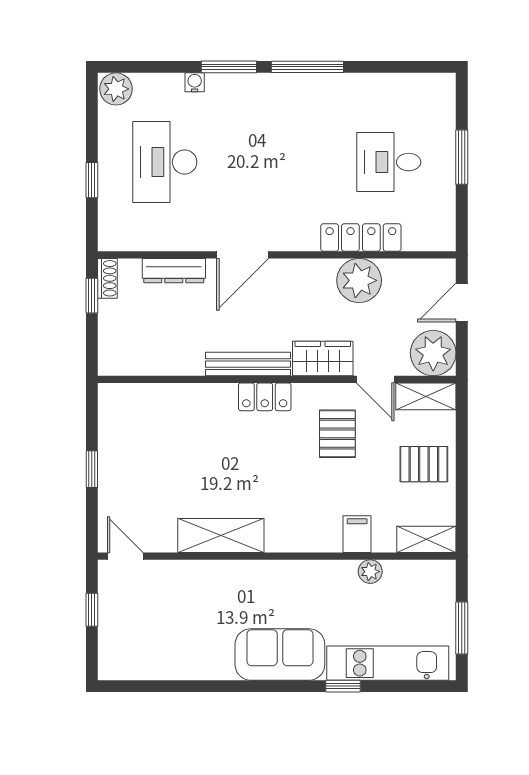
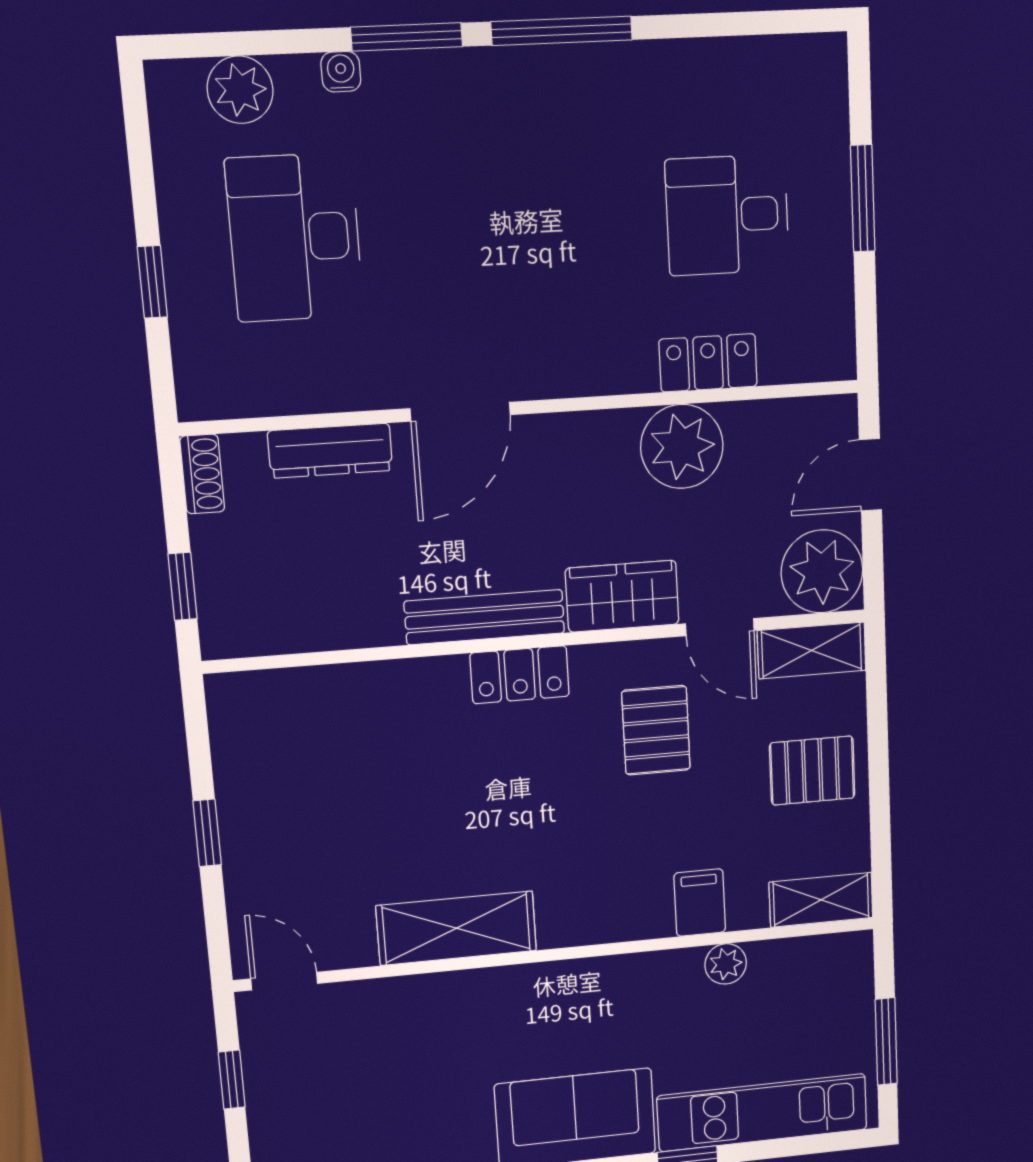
plant: (116, 89) -> (240, 90), moved
locker: (361, 237) -> (708, 363), width x0.66
window: (92, 296) -> (183, 586), moved

